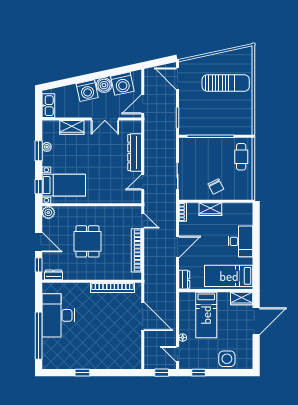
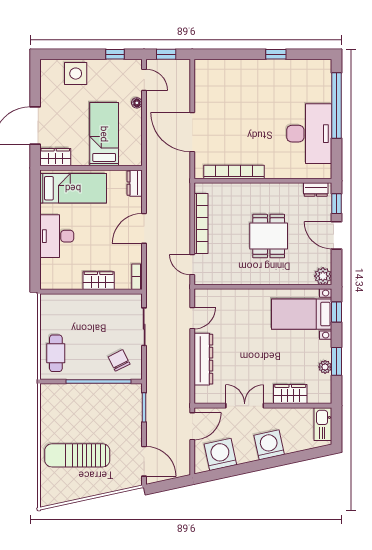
boiler: (104, 85) -> (246, 452), removed
chair: (216, 186) -> (119, 360), moved

